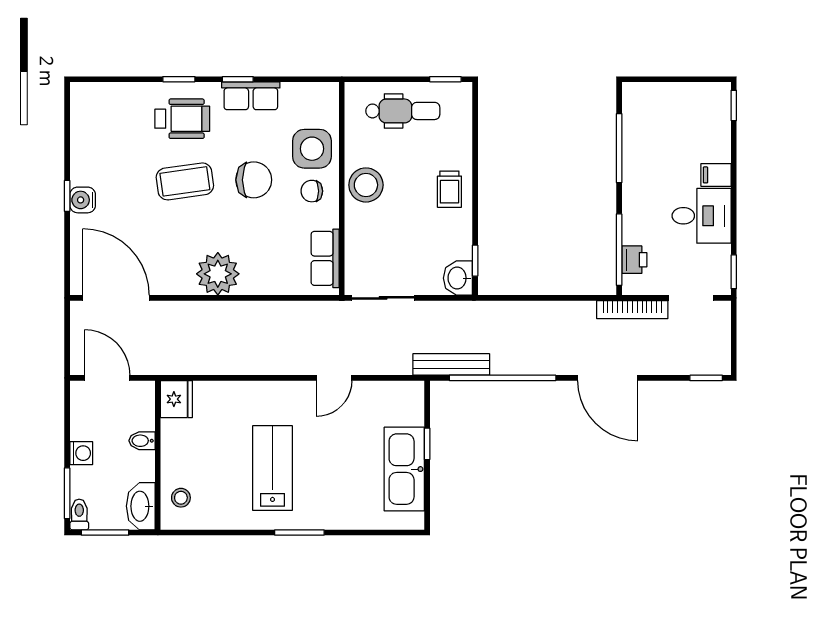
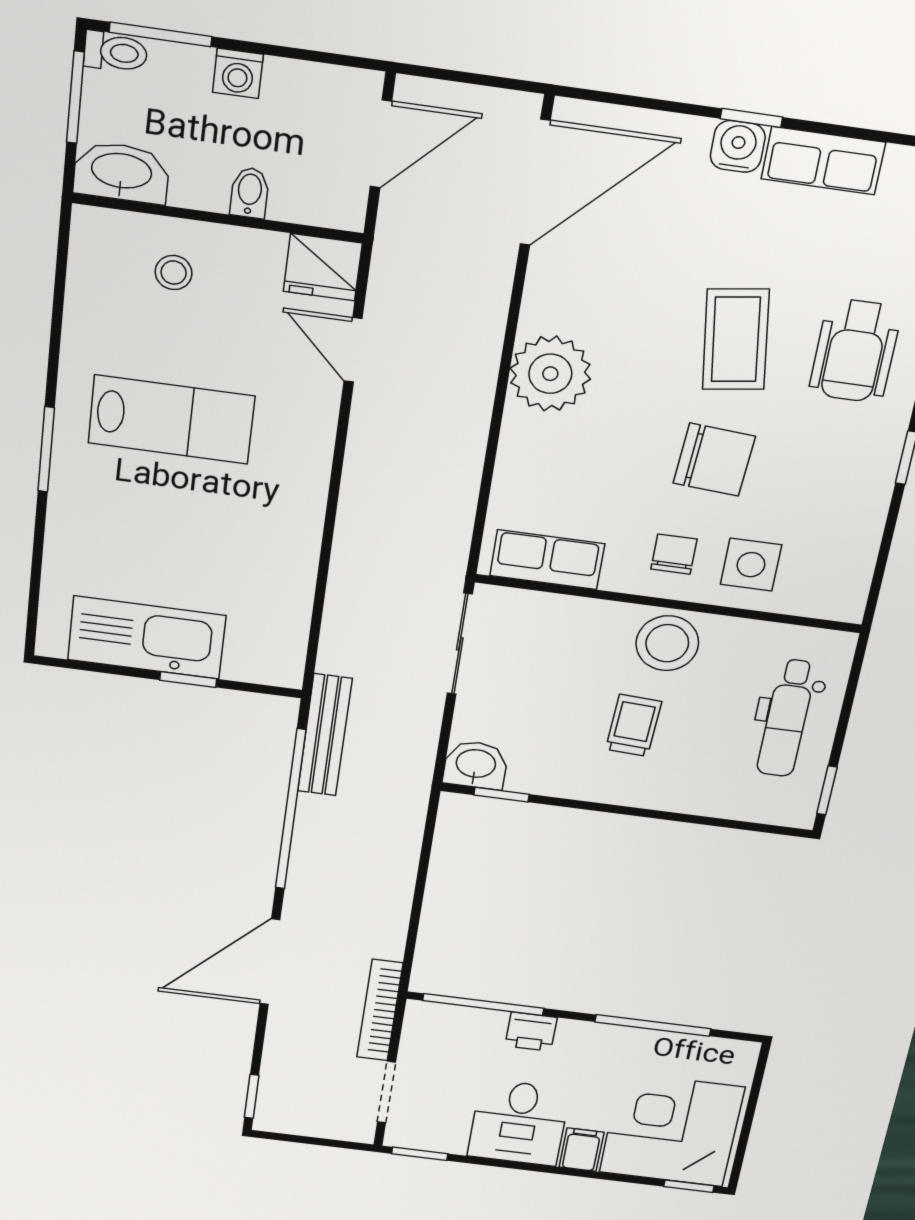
row of seats: (251, 96) -> (823, 161), moved, turned -90
corner desk: (693, 123) -> (672, 1130), added
side table: (312, 149) -> (751, 565), width x0.73, depth x0.73
chair: (254, 180) -> (714, 460), turned -86
trolley: (449, 189) -> (634, 725), moved, turned 93
printer: (634, 260) -> (531, 1032), moved
door: (334, 378) -> (353, 350), moved
stool: (181, 498) -> (174, 273), moved

